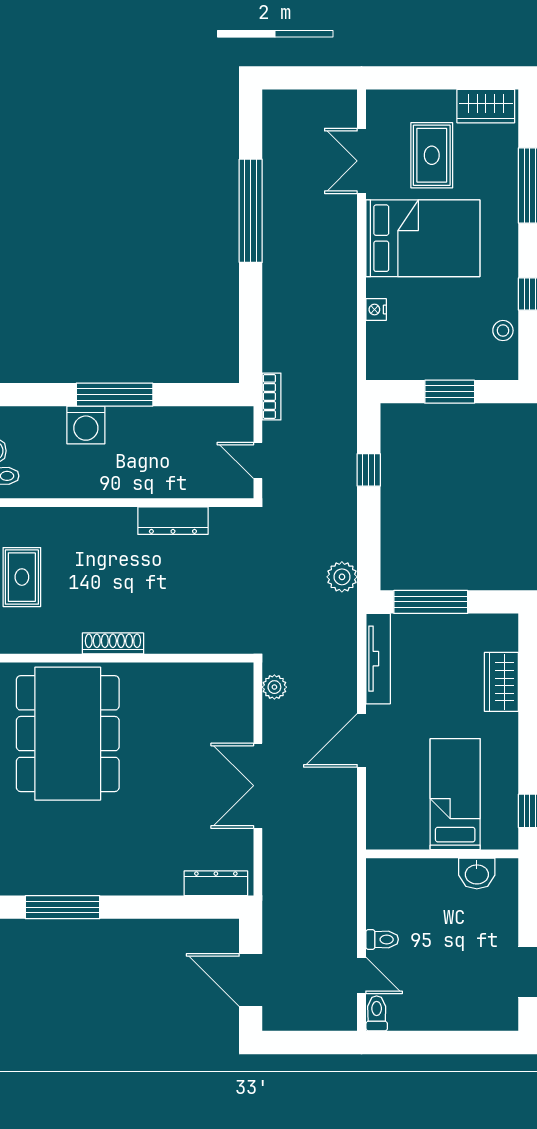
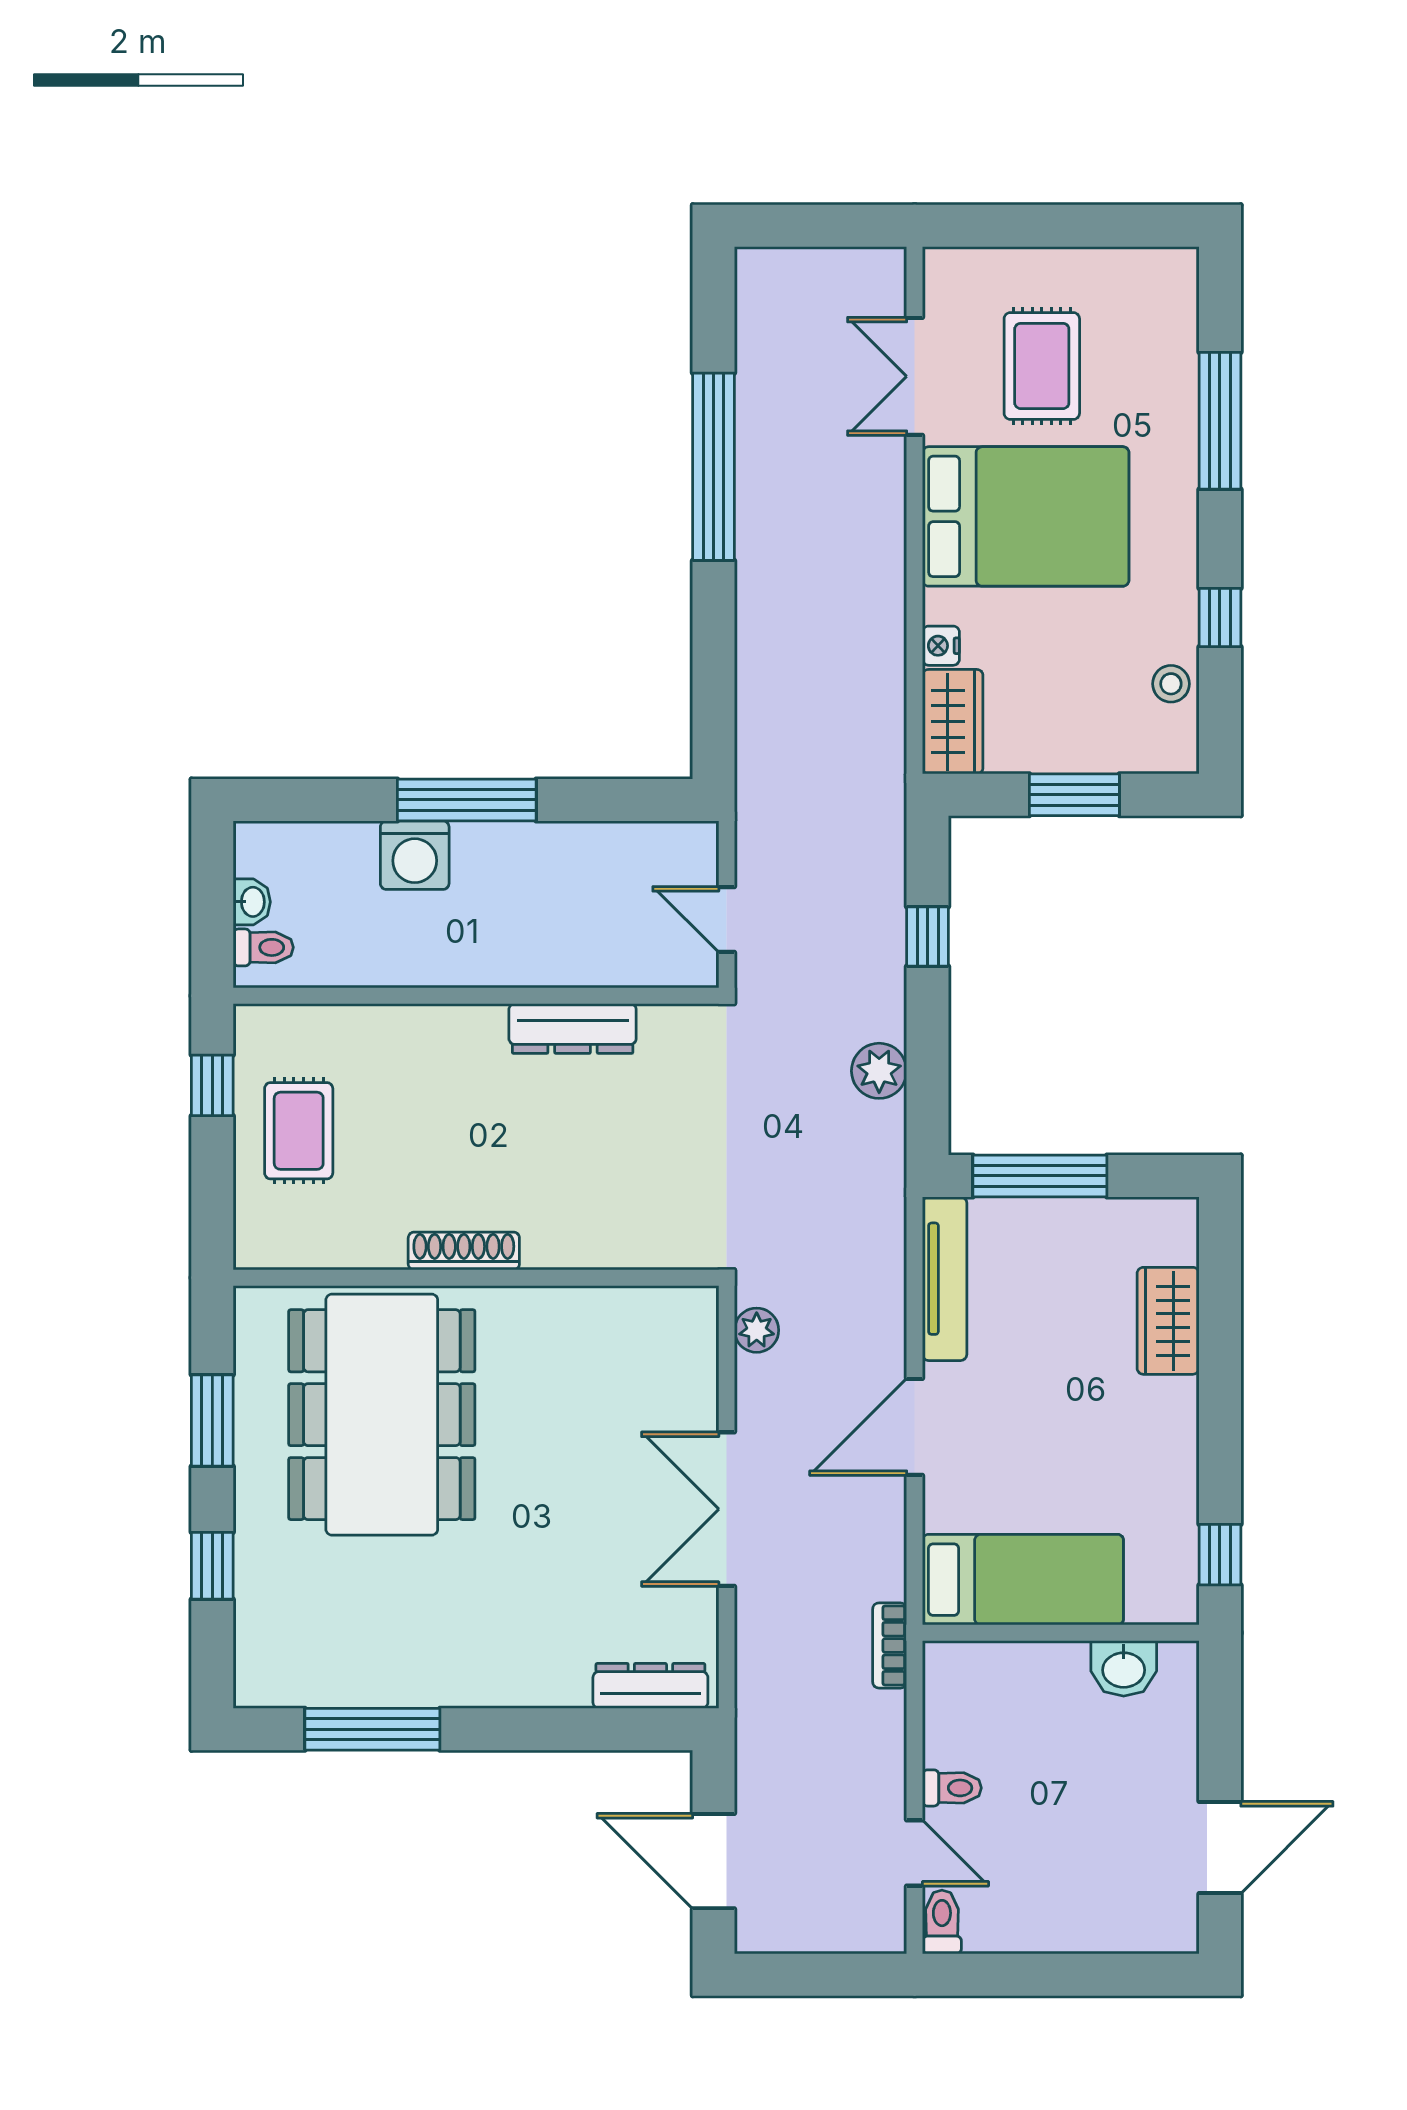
wardrobe: (486, 106) -> (953, 722), moved, turned -90
bookcase: (272, 396) -> (890, 1645), moved, turned 180
plant: (342, 577) -> (879, 1071), moved
bed: (455, 794) -> (1023, 1580), moved, turned 90

